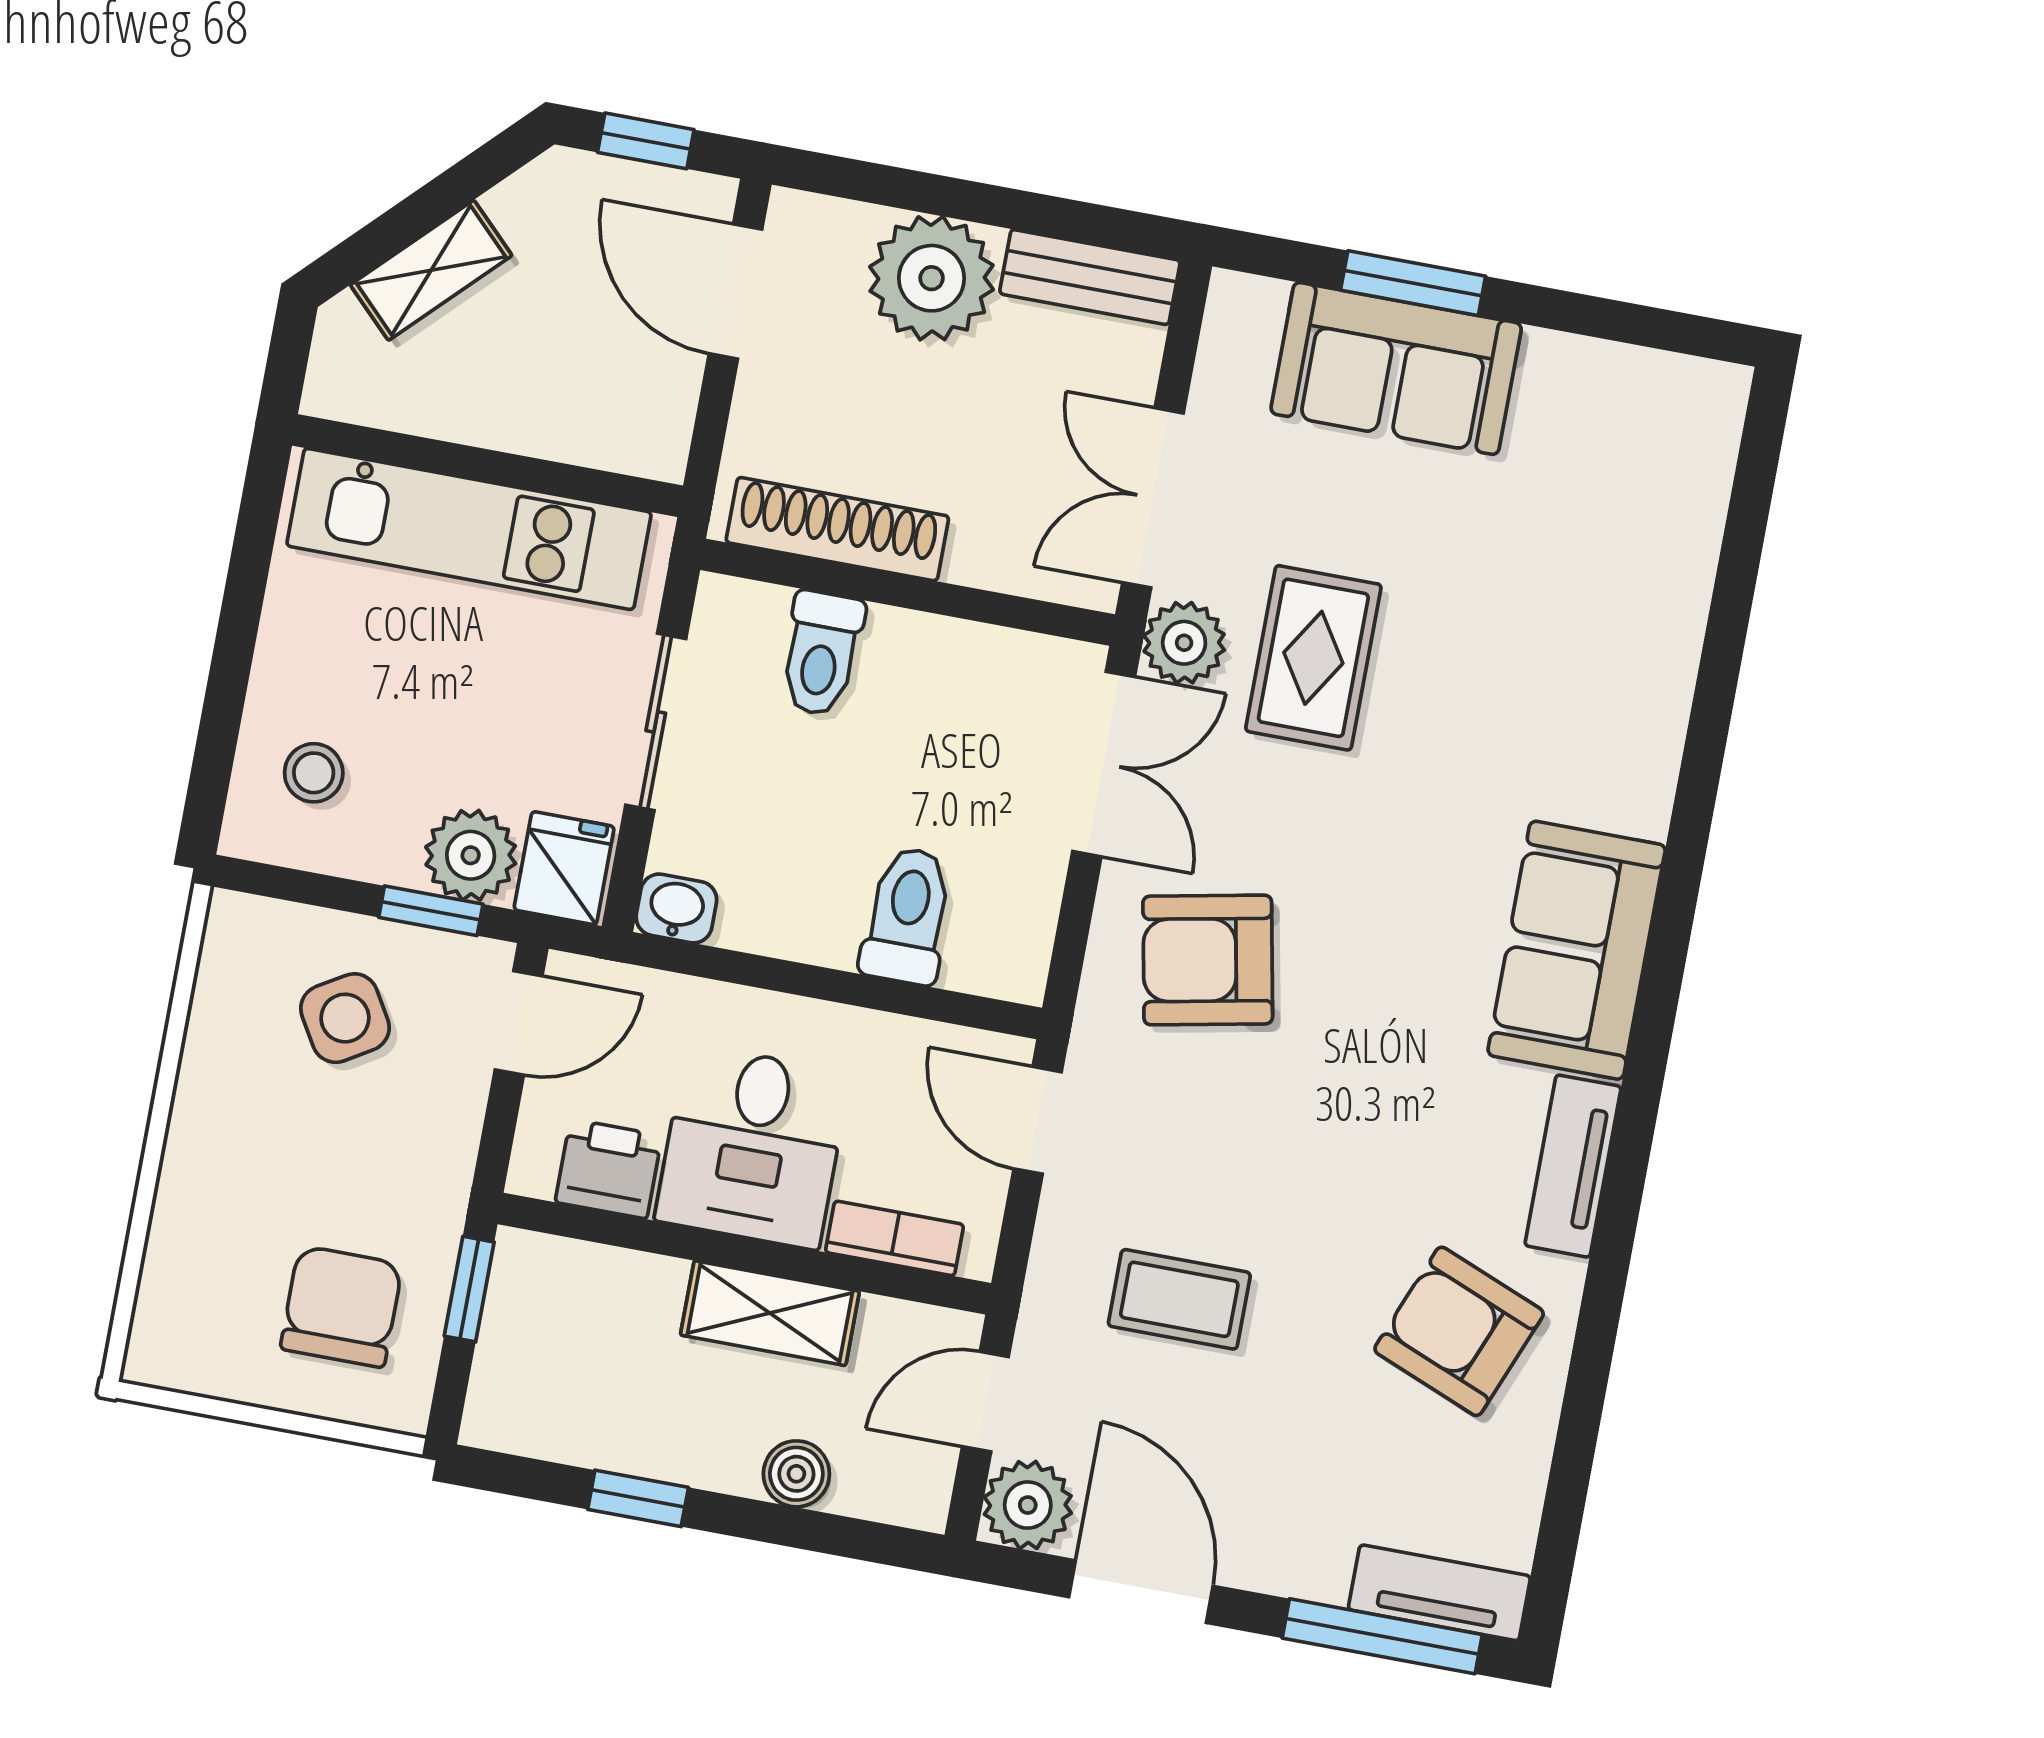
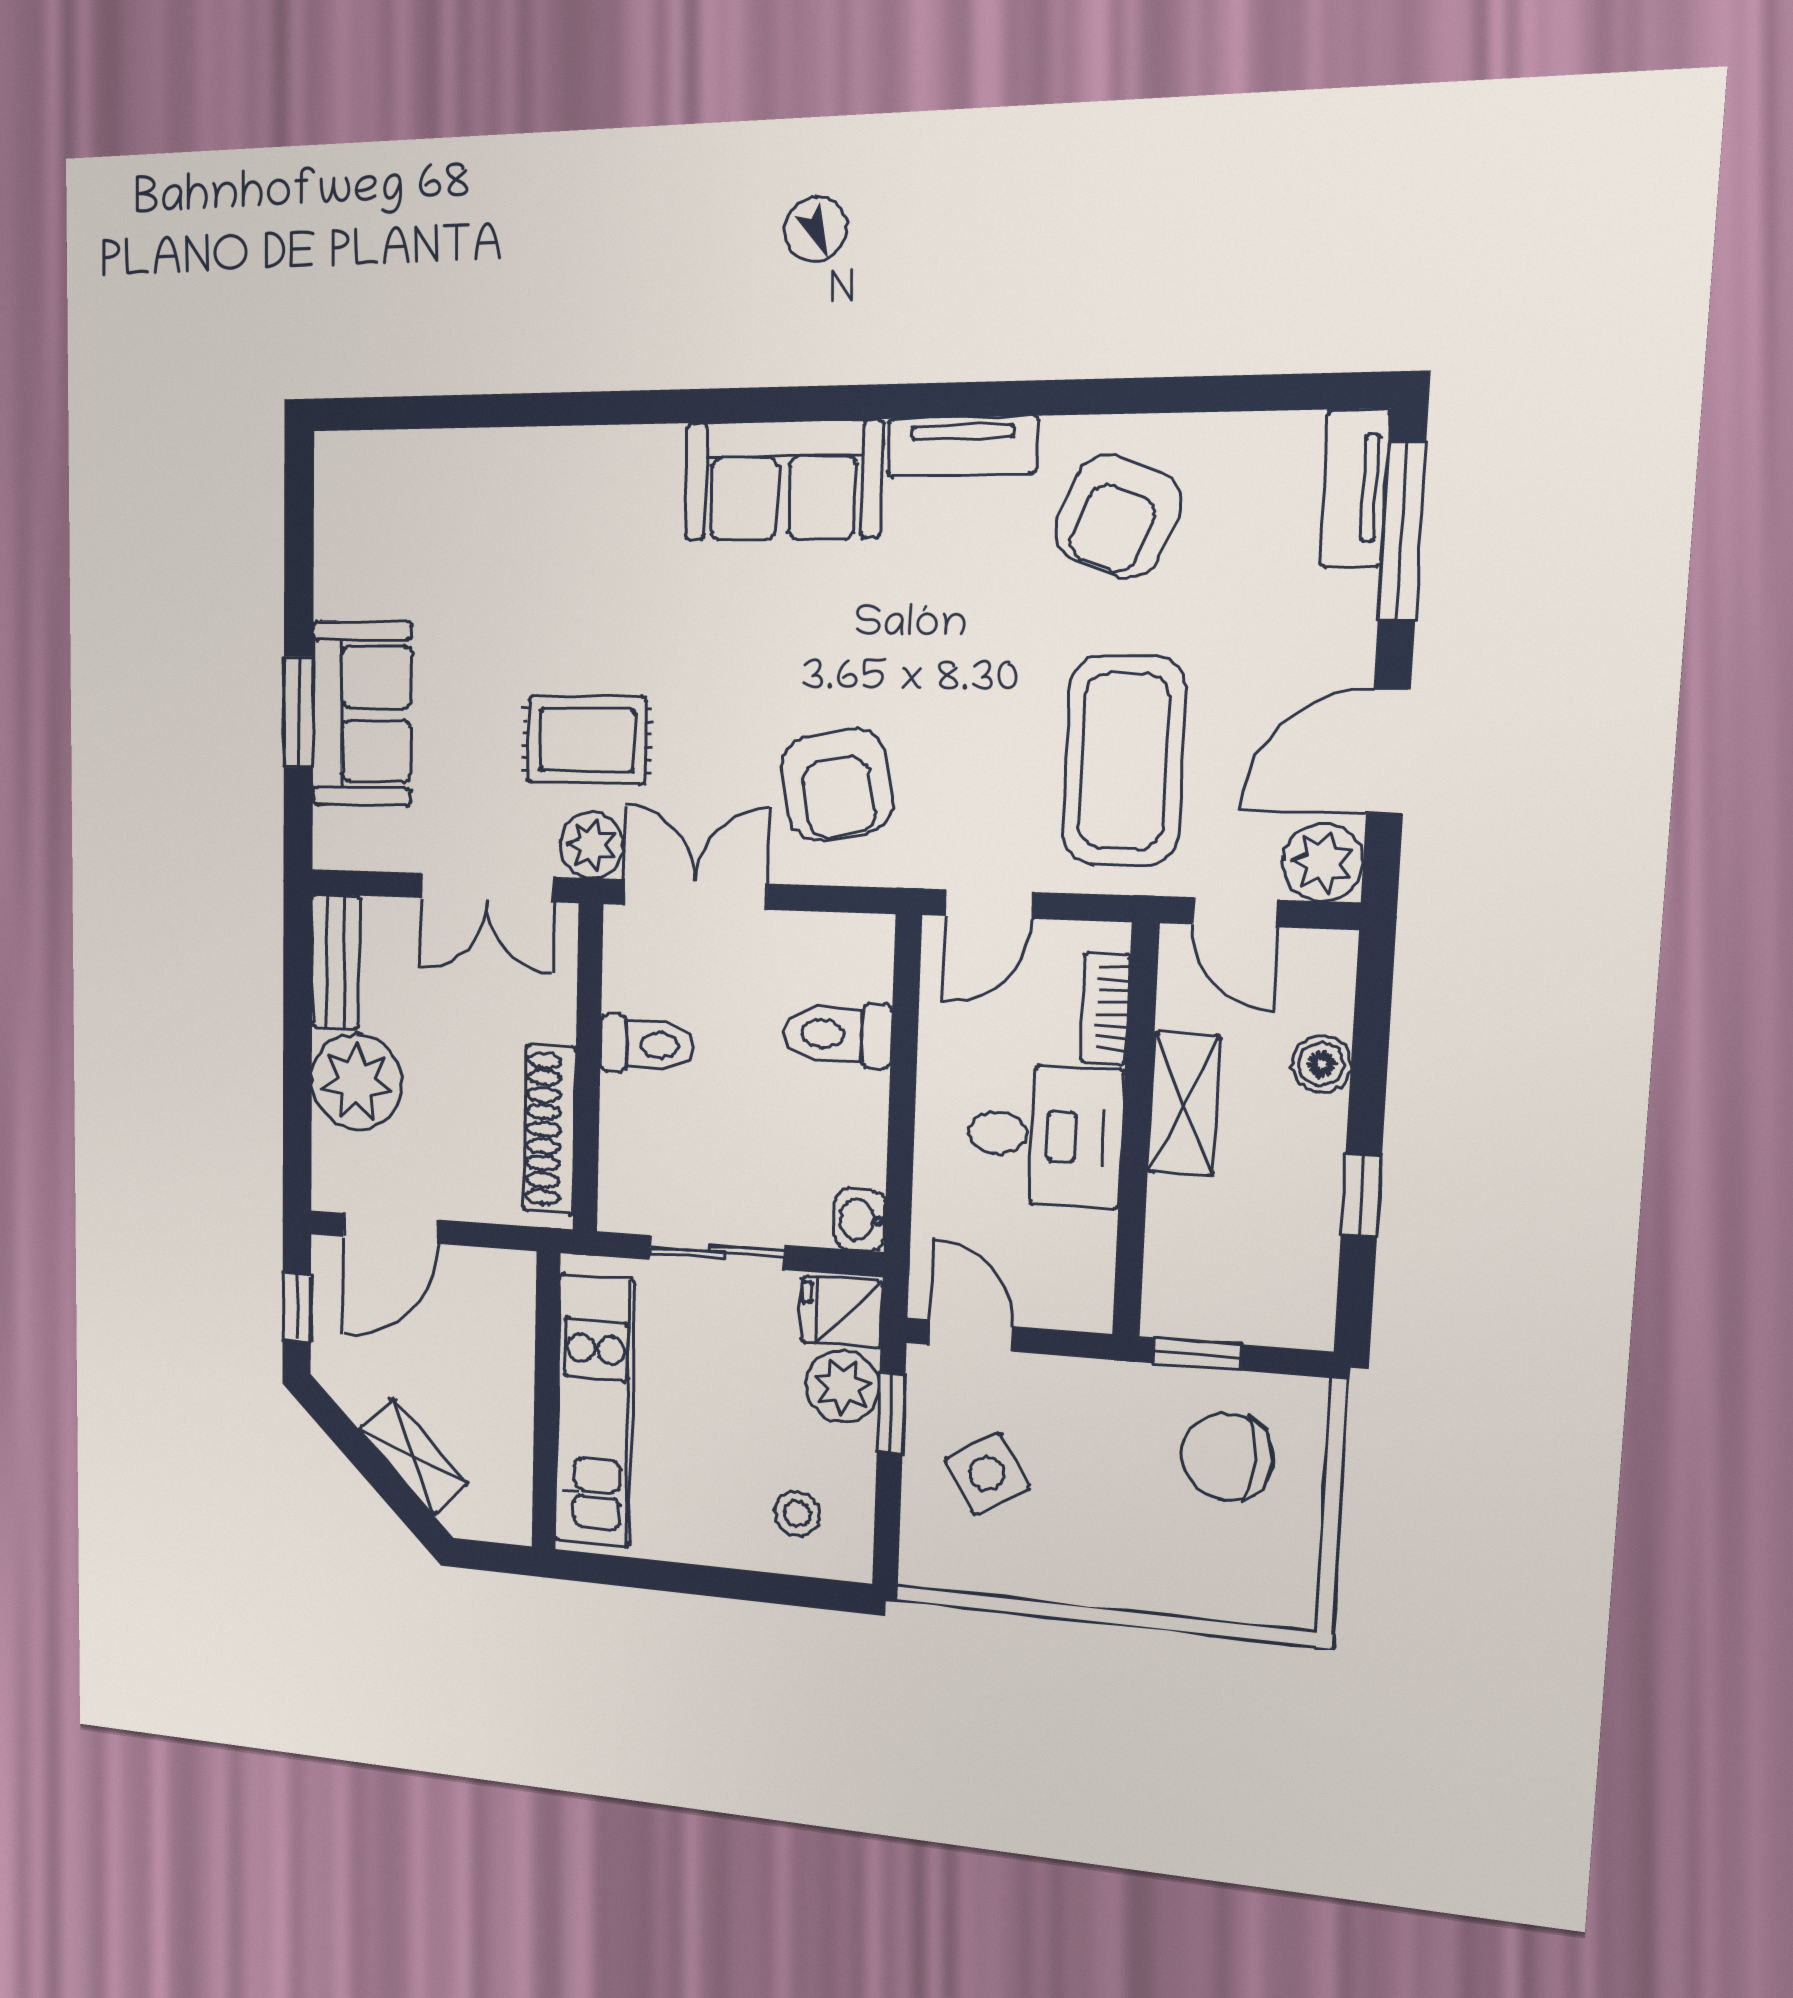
toilet: (821, 653) -> (647, 1045), moved
printer: (609, 1169) -> (1080, 1251), removed
coffee table: (1179, 1299) -> (1124, 761), width x1.86, depth x1.72

